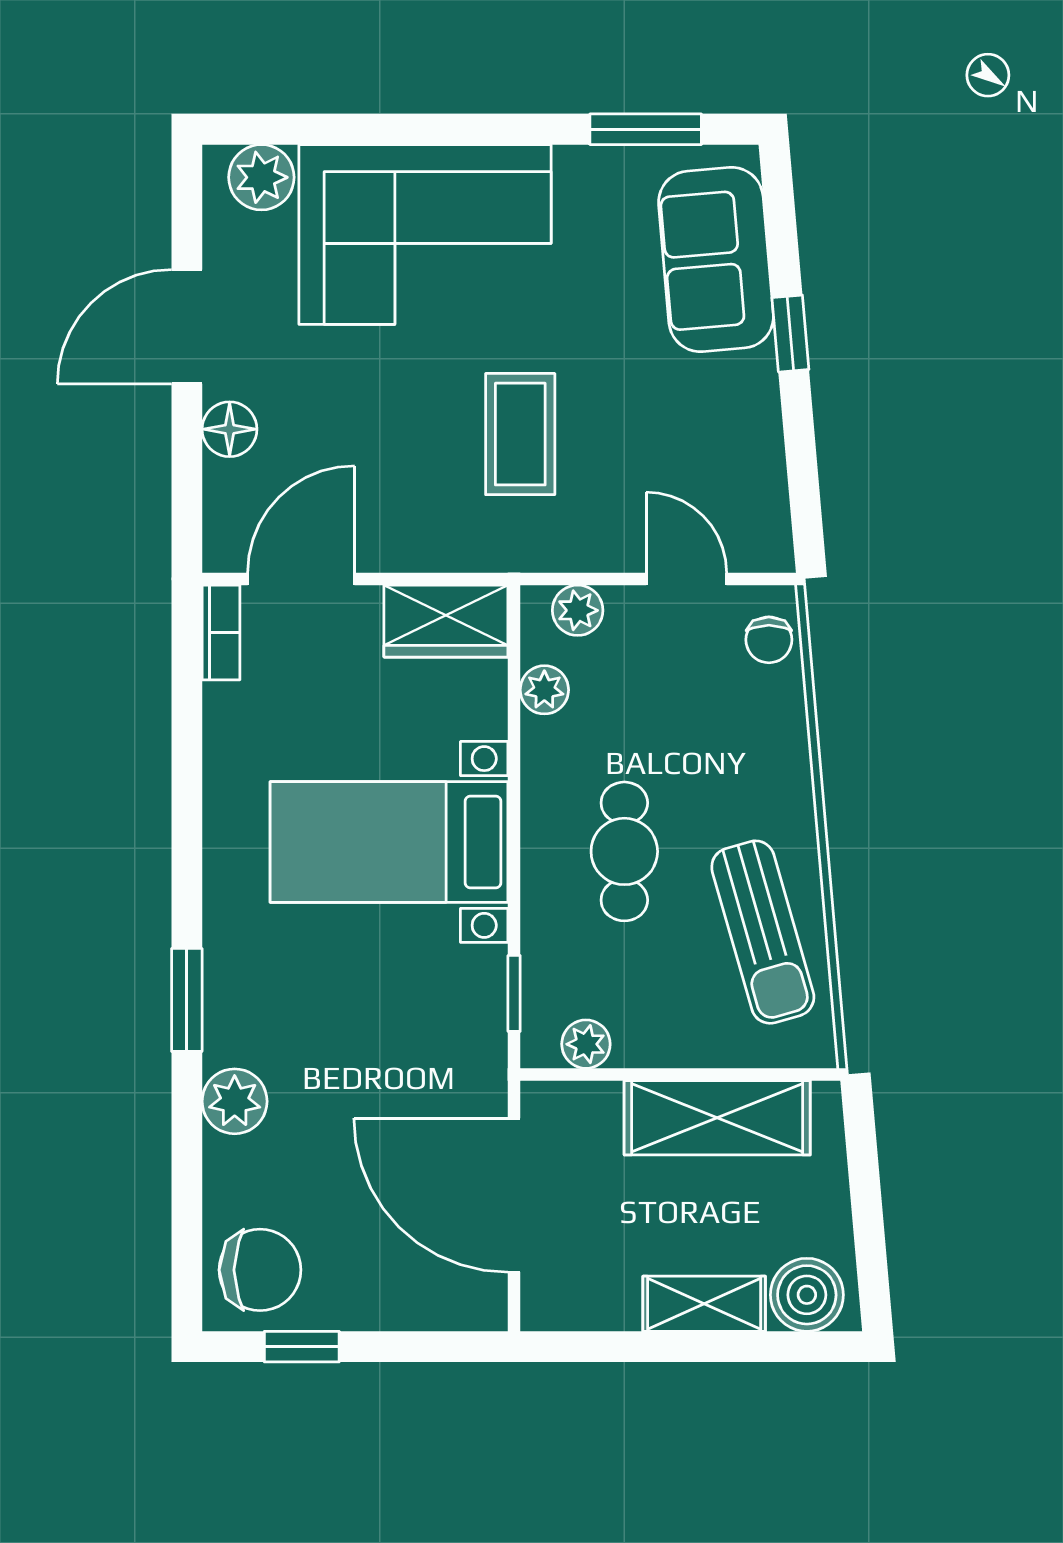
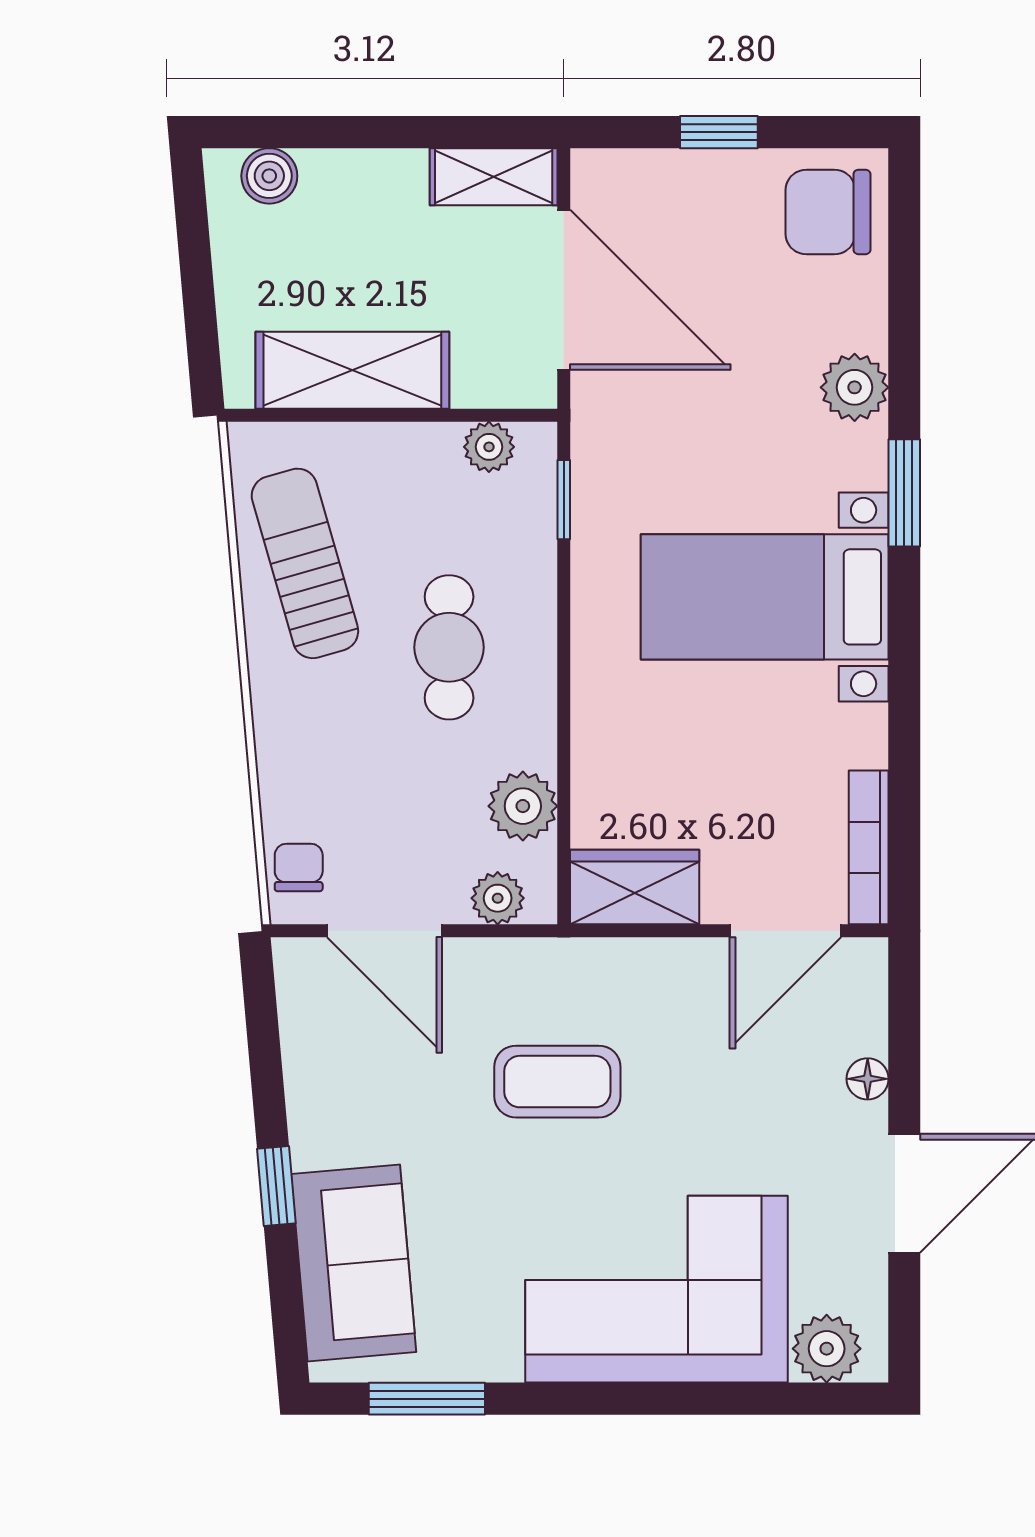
floor lamp: (230, 429) -> (868, 1079), width x0.73, depth x0.73
coffee table: (520, 434) -> (557, 1082), turned 90
door: (686, 579) -> (385, 931), width x1.38
bookcase: (221, 632) -> (869, 847), width x1.56
plant: (544, 690) -> (523, 806), width x1.38, depth x1.38
bed with nightstands: (389, 842) -> (765, 597), moved, turned 180
boiler: (807, 1295) -> (269, 176), width x0.73, depth x0.73
shelving: (704, 1304) -> (494, 177), moved
window: (302, 1347) -> (719, 132), moved

